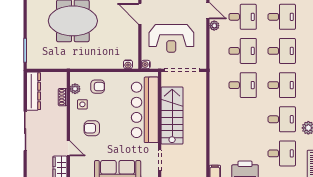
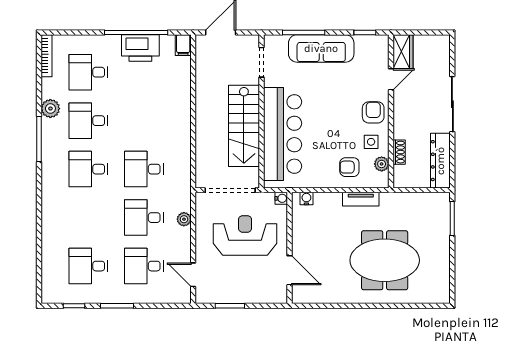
plant: (214, 26) -> (184, 219), moved
desk: (282, 51) -> (88, 218), removed
tv unit: (90, 64) -> (361, 199), added
armchair: (92, 128) -> (373, 112), moved, turned -90
door: (68, 148) -> (391, 79), swing flipped

